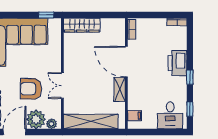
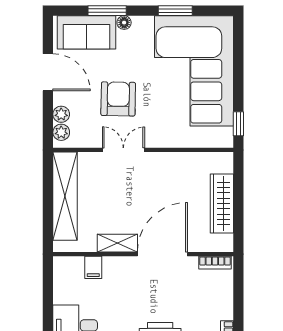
wardrobe: (82, 25) -> (222, 203), moved
filing cabinet: (135, 116) -> (93, 267), moved
plant: (36, 119) -> (61, 114), width x0.53, depth x0.53

